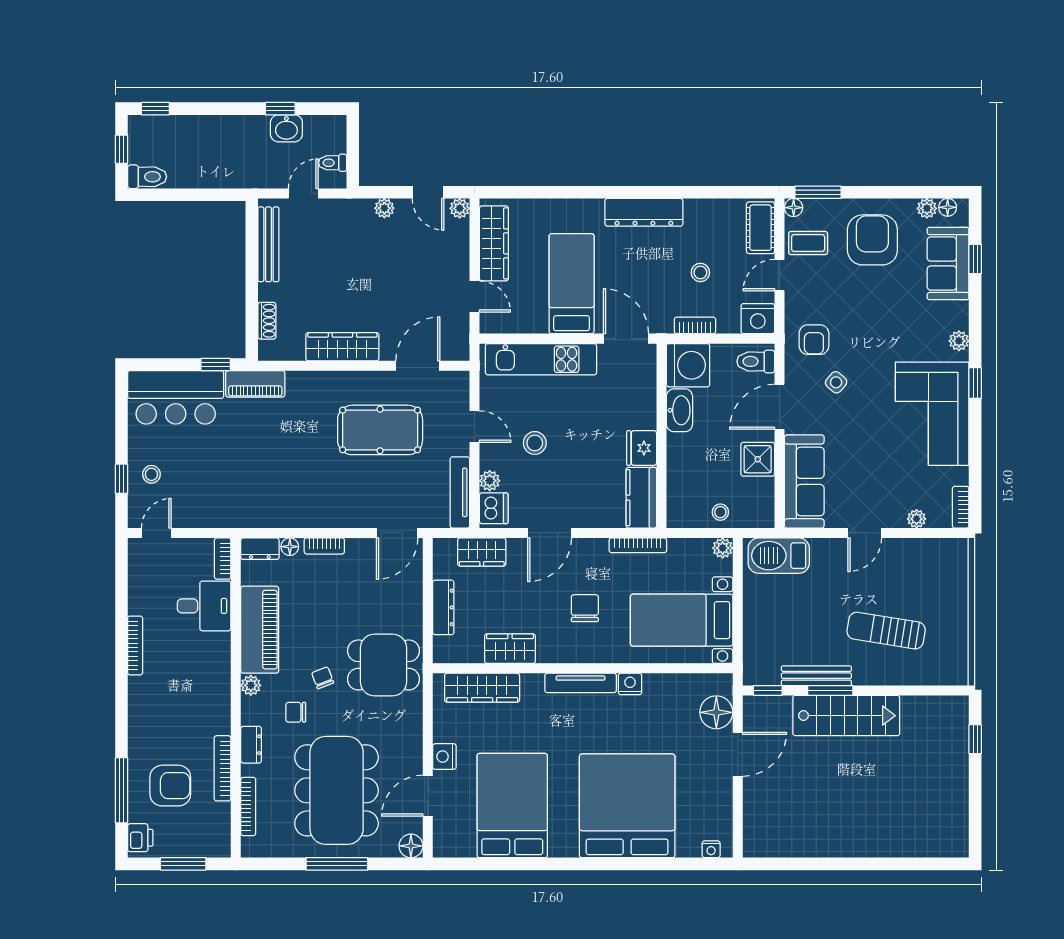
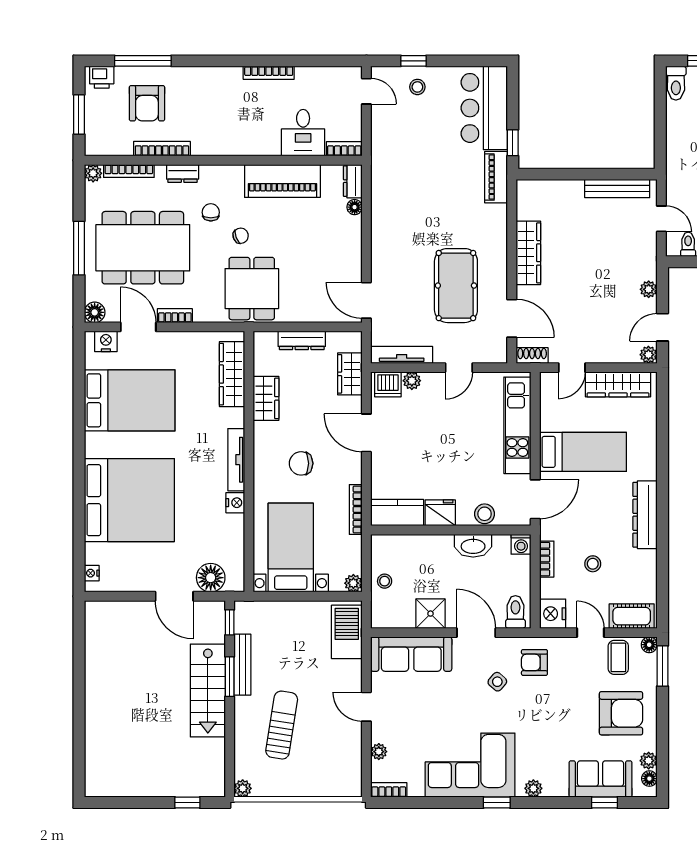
shoe rack: (267, 321) -> (532, 356), moved, turned 180
washing machine: (688, 365) -> (521, 544), width x0.53, depth x0.53
stool: (535, 443) -> (485, 514), moved
bookcase: (324, 546) -> (175, 316), moved, turned 90
chair: (585, 608) -> (301, 463), turned 180
plant: (959, 675) -> (243, 788), added
plant: (251, 685) -> (93, 173), moved
nightstand: (444, 757) -> (106, 341), moved

